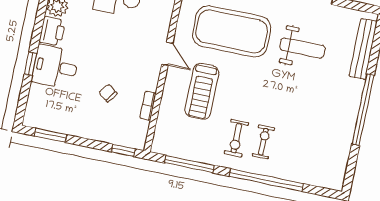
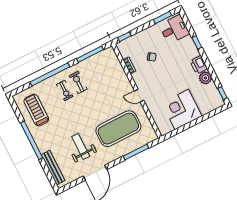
weight bench: (302, 48) -> (81, 146), turned 90
desk: (55, 67) -> (174, 29), moved
treadmill: (202, 91) -> (36, 110), moved

